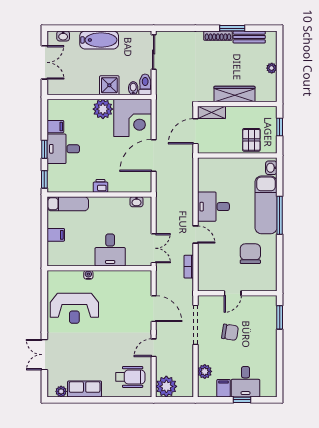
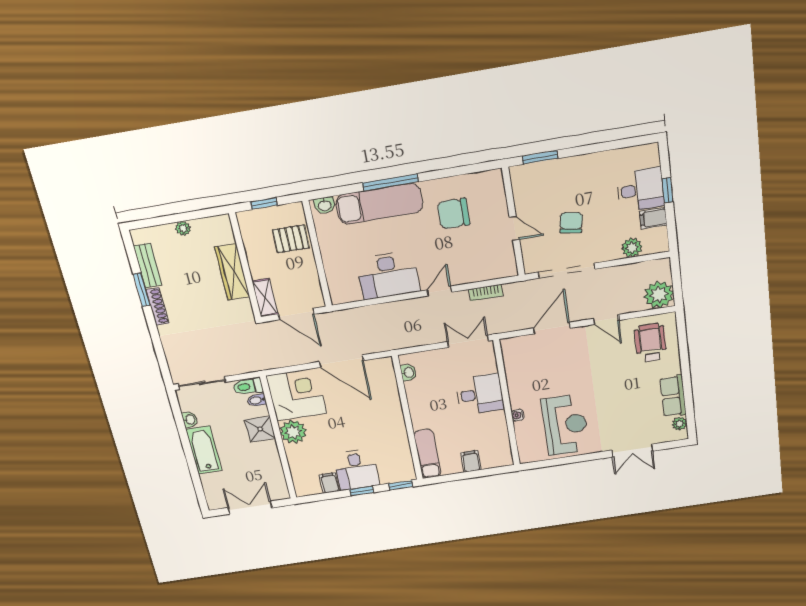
washbasin: (63, 36) -> (190, 420), moved
printer: (100, 186) -> (396, 419), removed
desk: (213, 207) -> (388, 275), width x1.37

